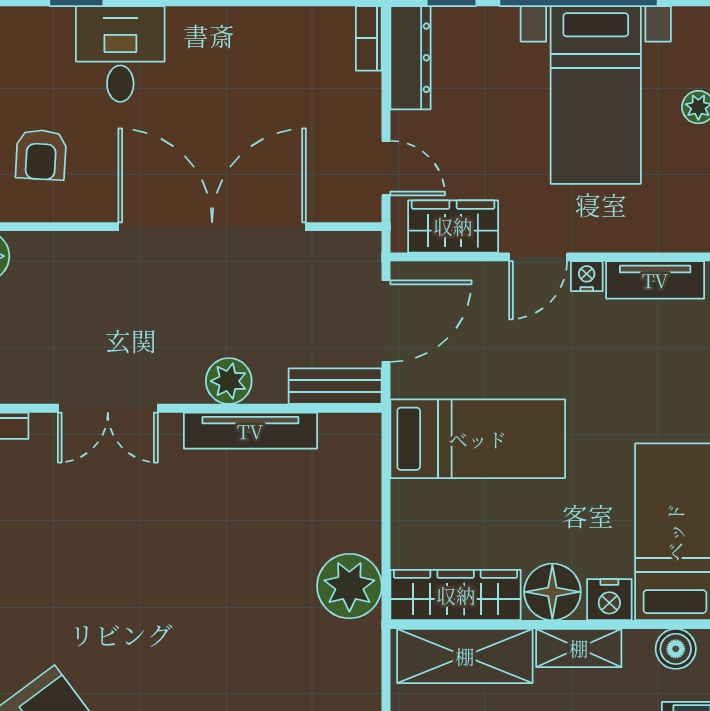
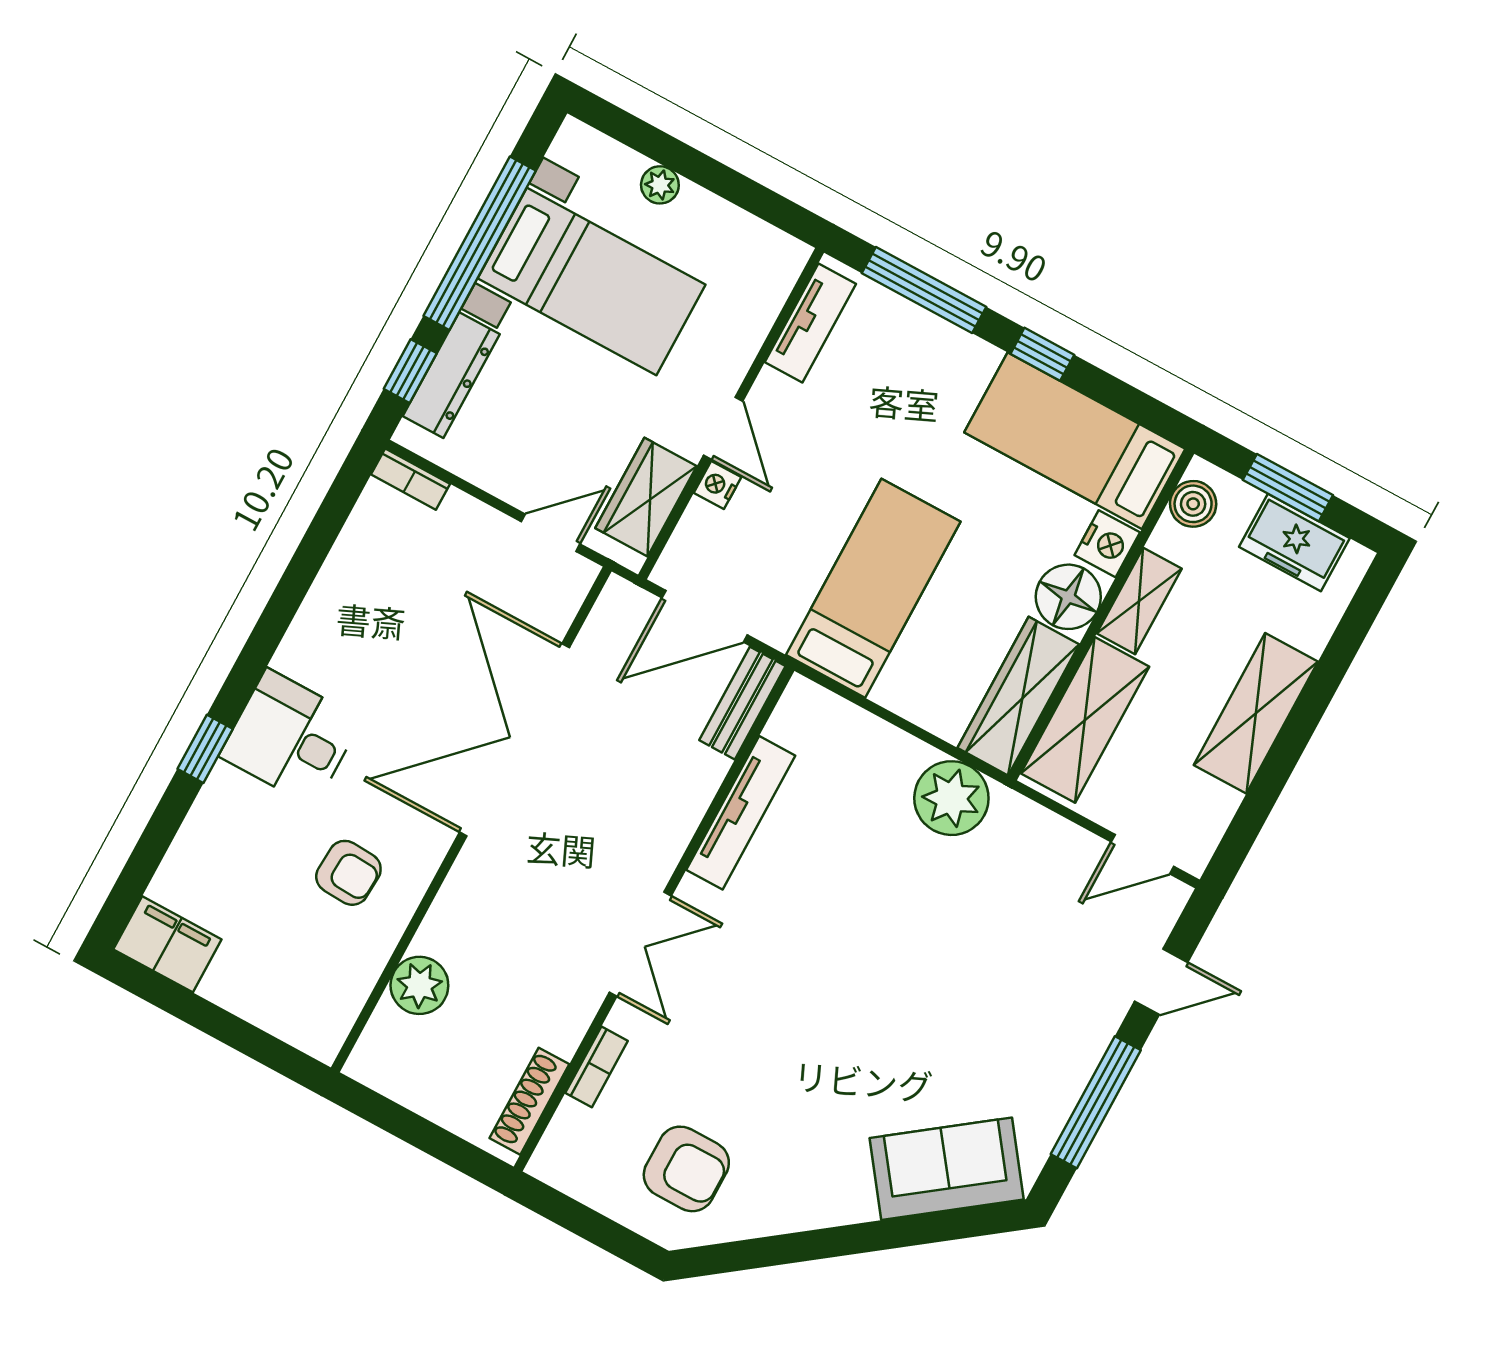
dresser: (411, 58) -> (451, 375), moved, turned 90
nightstand: (587, 276) -> (718, 485), moved
door: (386, 321) -> (705, 616), swing flipped
plant: (229, 381) -> (679, 807), removed

